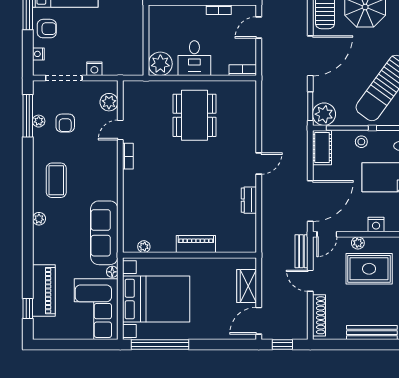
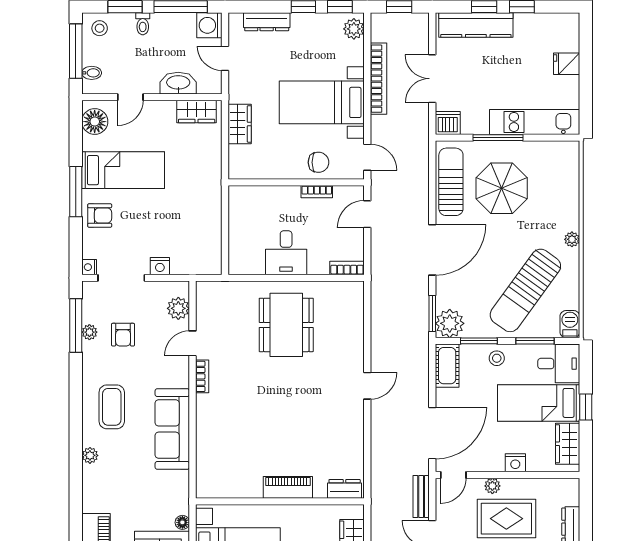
nightstand: (38, 54) -> (89, 267), moved
plant: (160, 64) -> (243, 260), removed
window: (347, 128) -> (479, 341), width x0.69
dresser: (249, 200) -> (345, 489), moved, turned 90
sofa: (104, 233) -> (172, 429), moved
plant: (144, 247) -> (222, 491), removed

